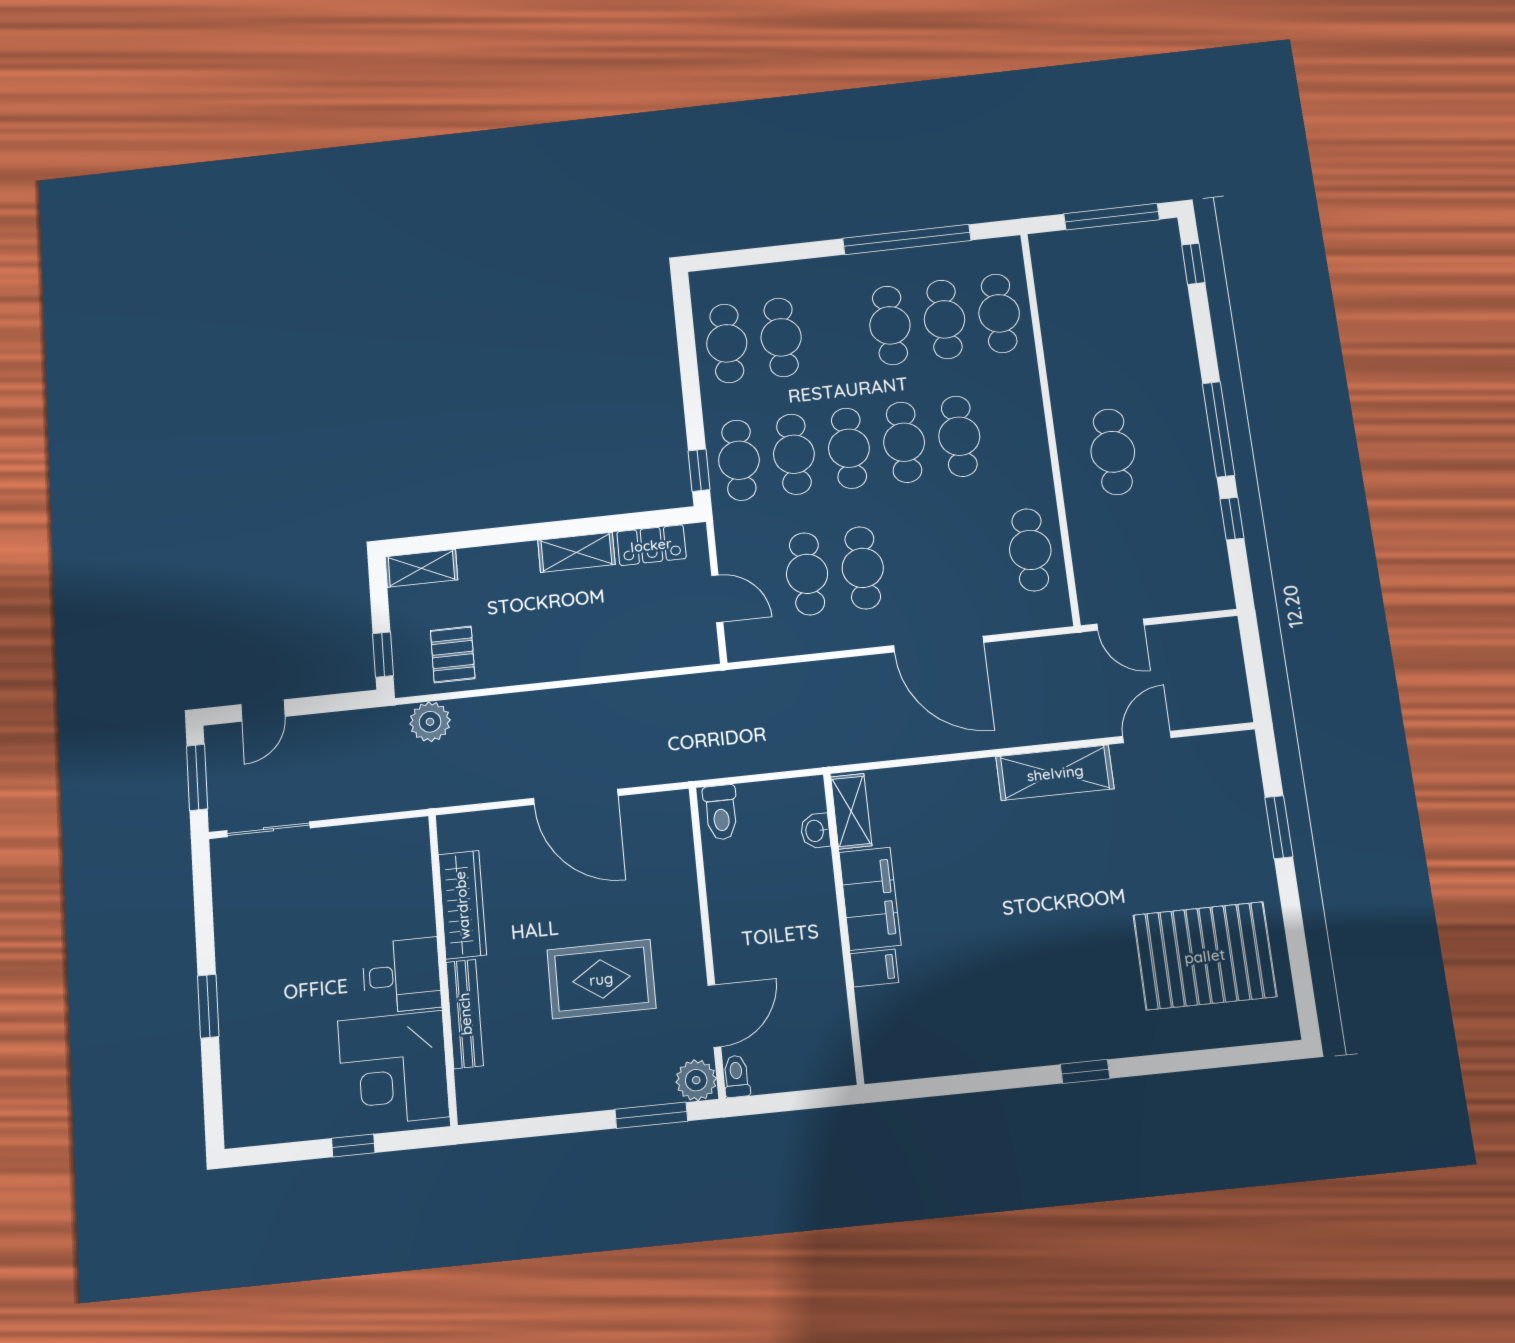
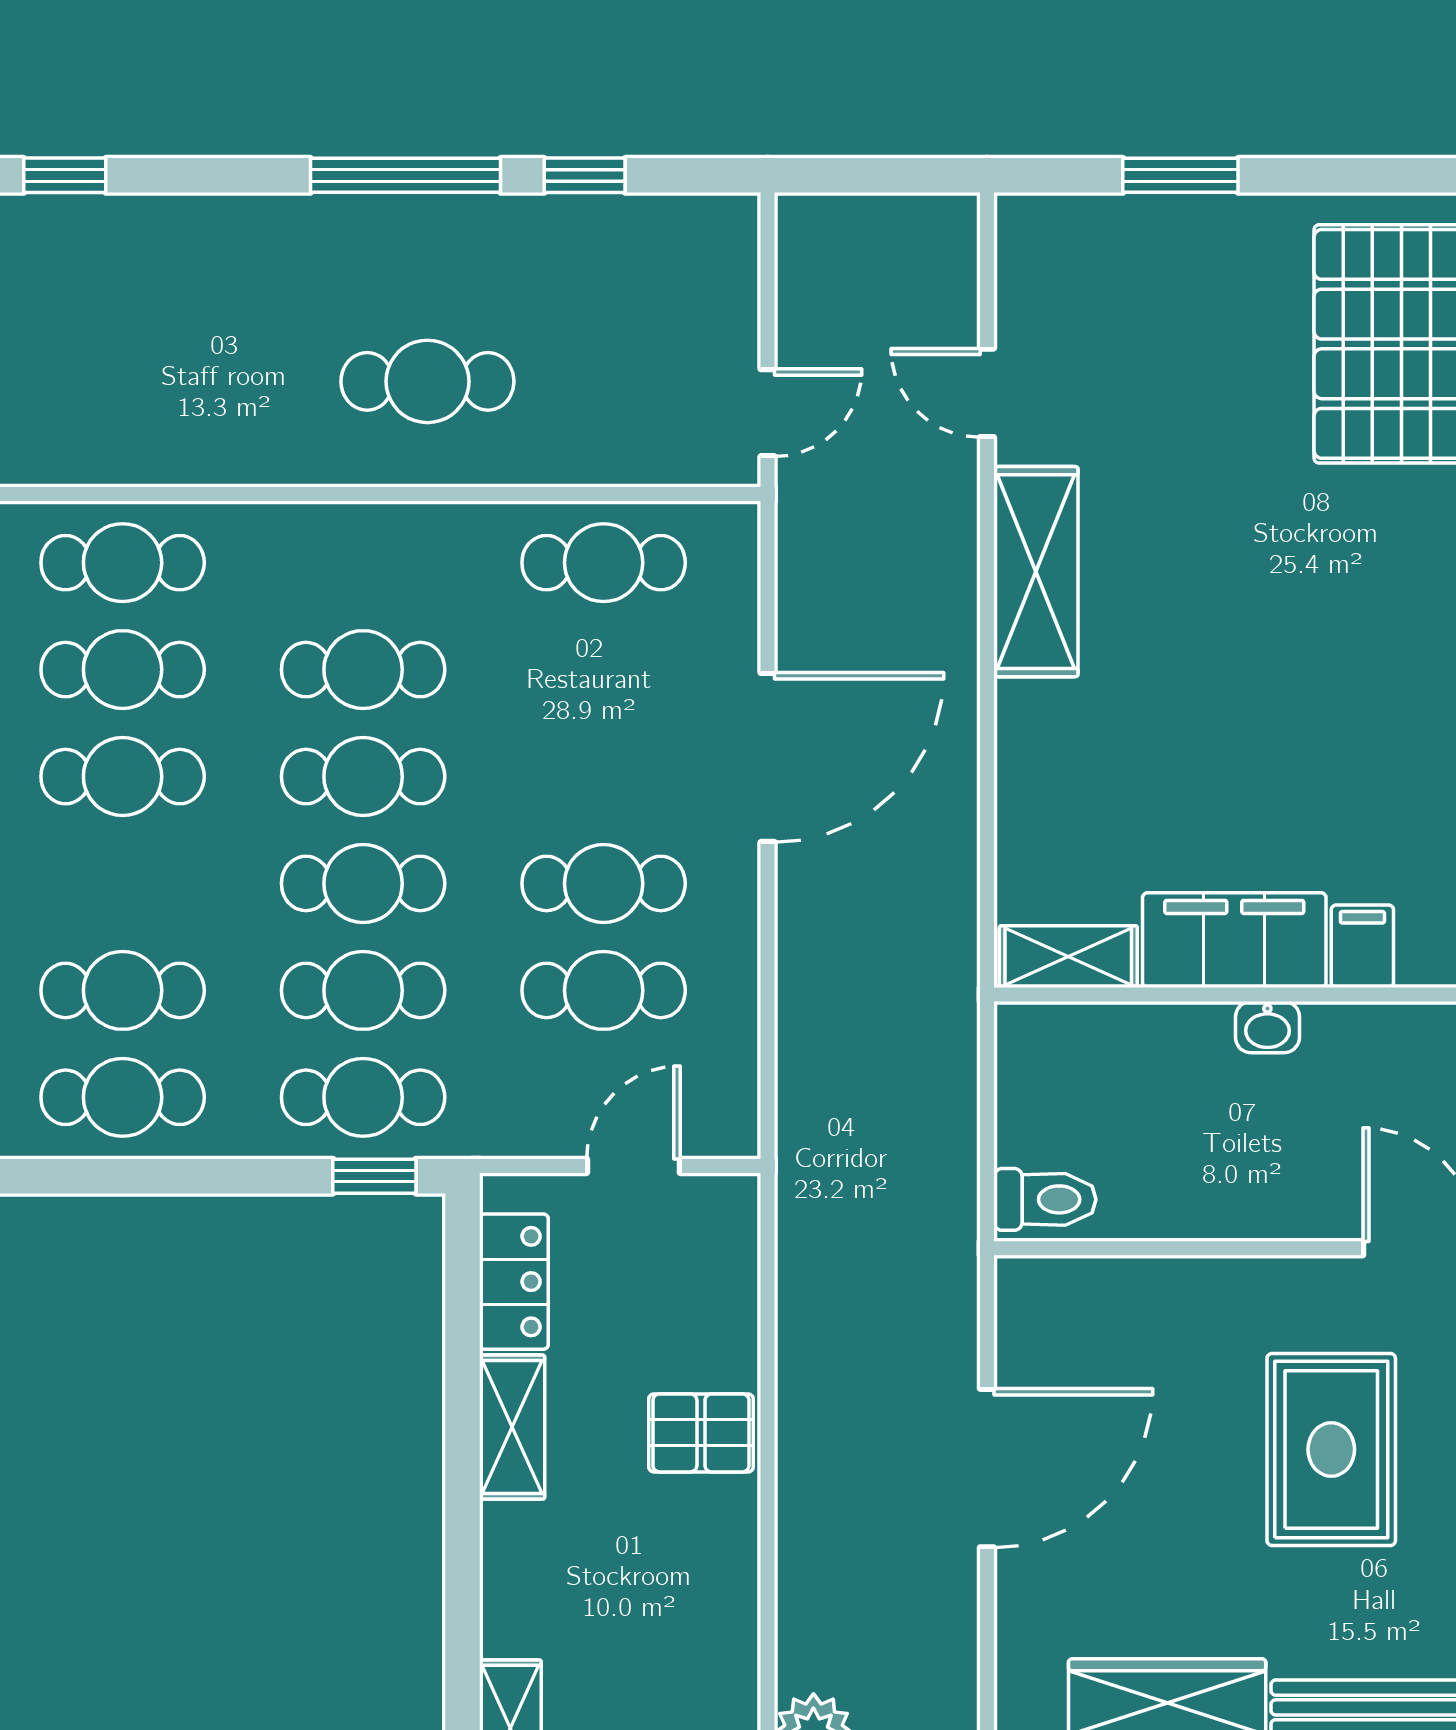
pallet: (453, 654) -> (701, 1433), moved
washbasin: (815, 831) -> (1267, 1027), moved

